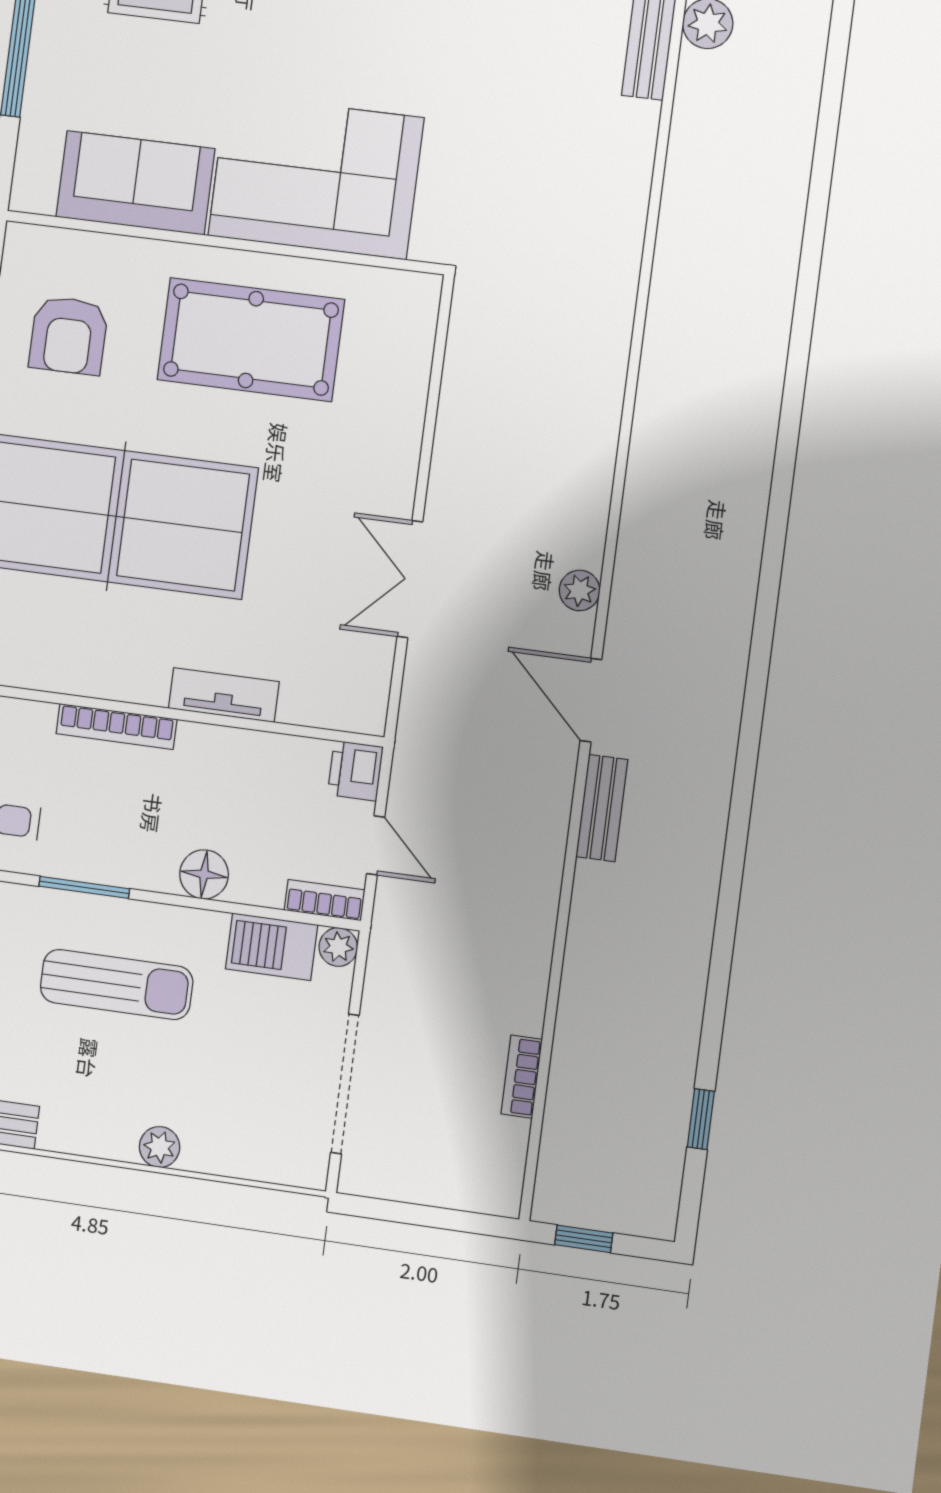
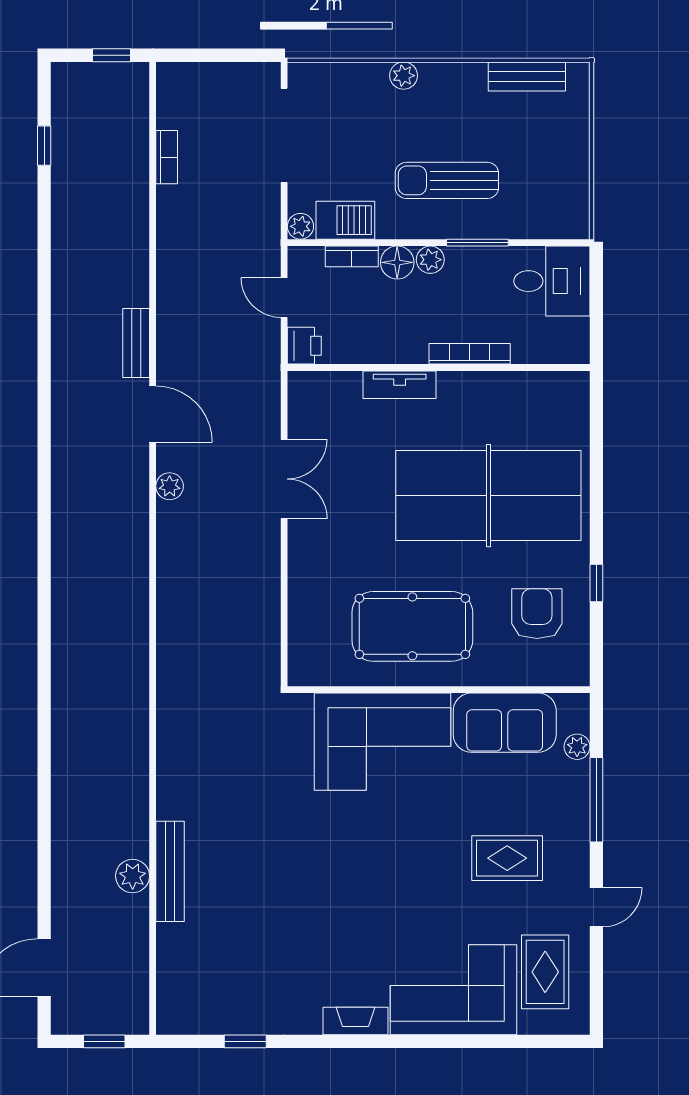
plant: (36, 135) -> (577, 747), added
plant: (156, 872) -> (430, 260), added
bookcase: (325, 900) -> (352, 256), moved

